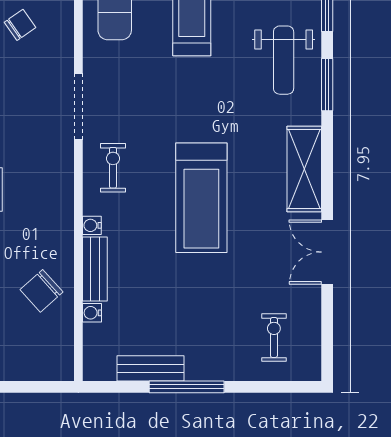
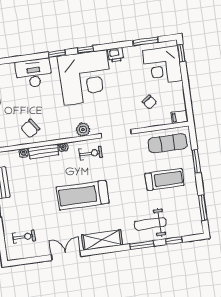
plant: (59, 177) -> (83, 129), added
chair: (42, 291) -> (30, 129), turned -85

